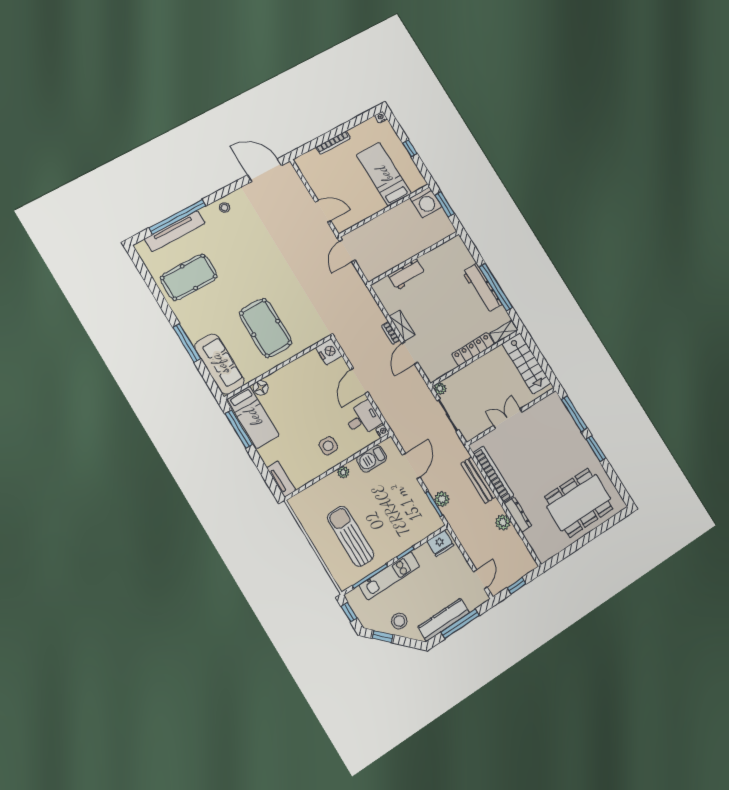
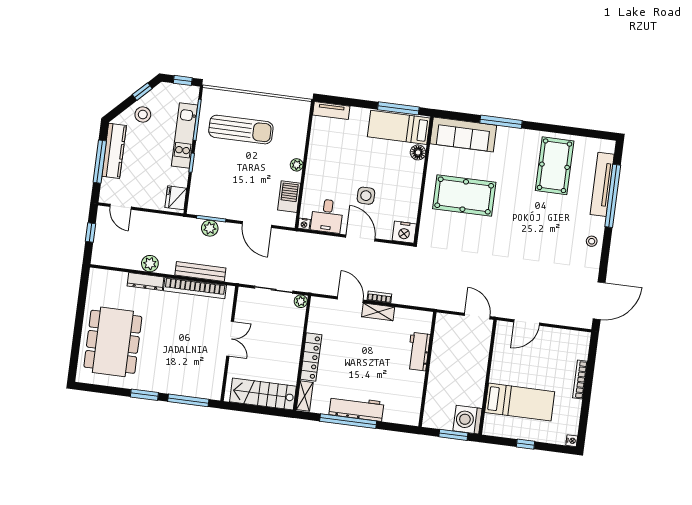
side table: (328, 446) -> (366, 196), moved

